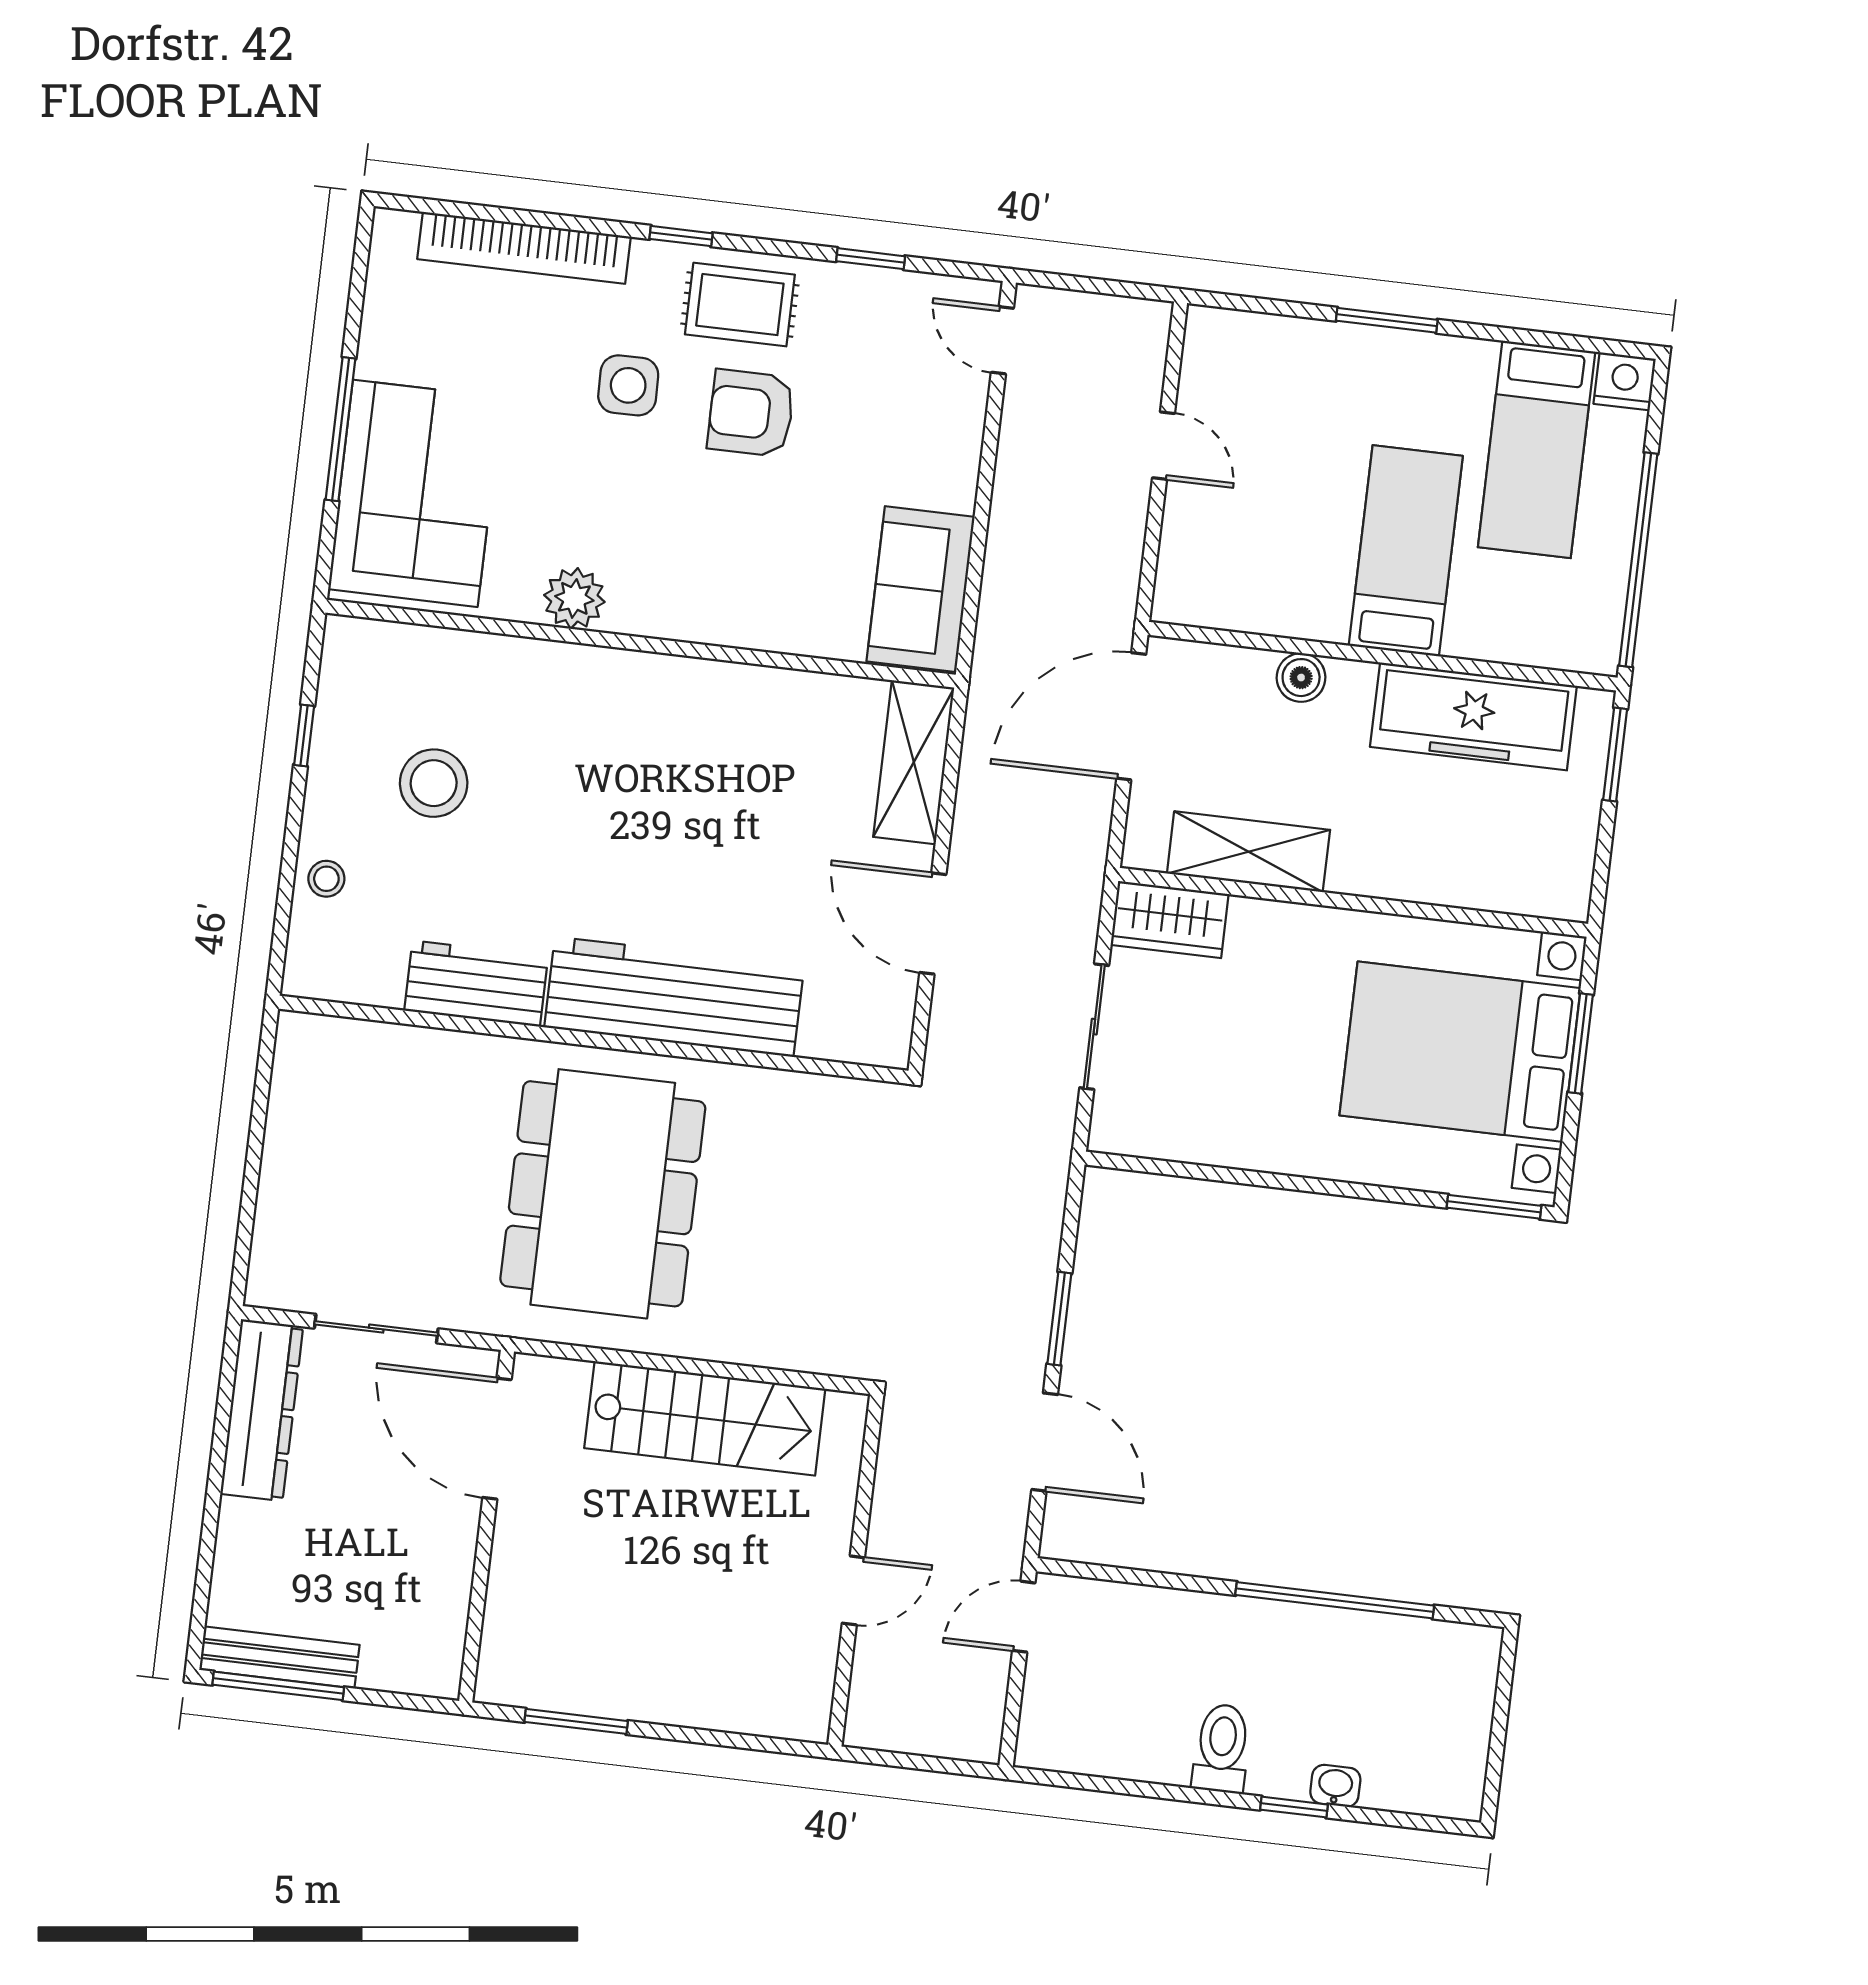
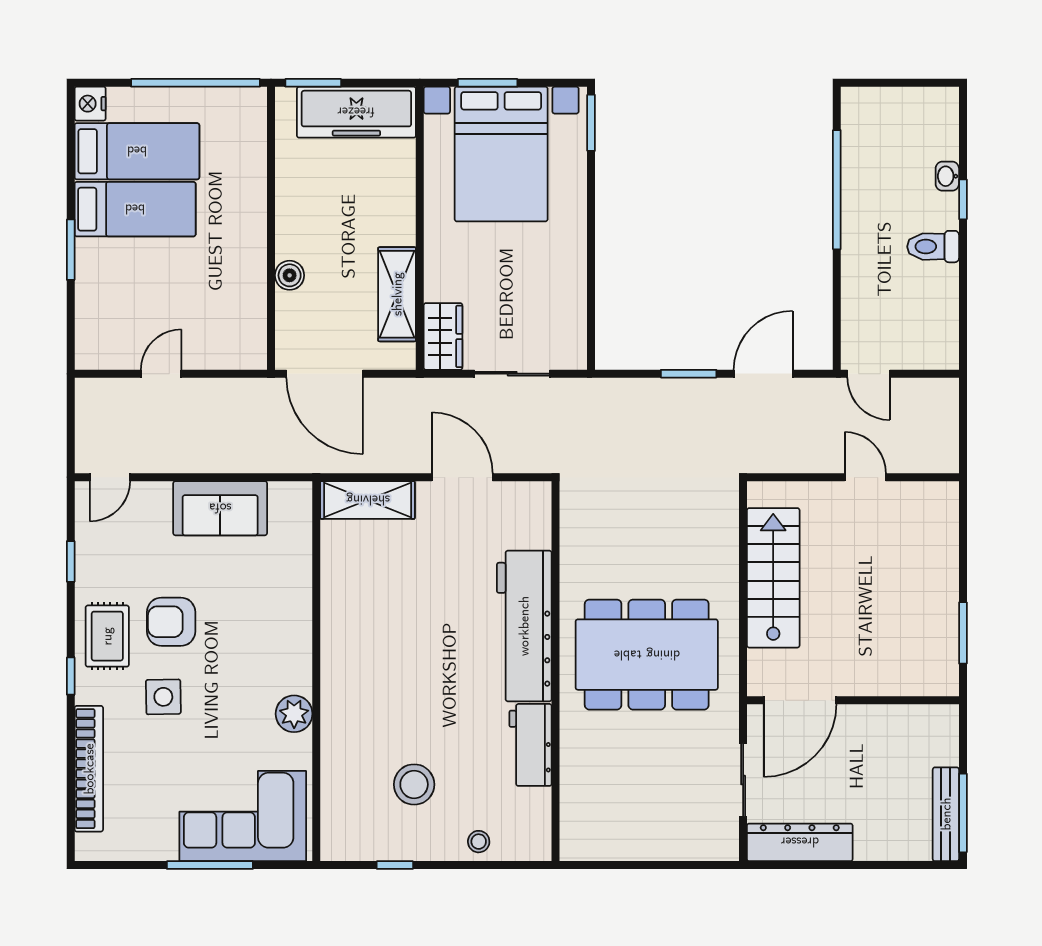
armchair: (751, 413) -> (171, 622), turned 90
bed: (1406, 551) -> (135, 209), moved, turned 180
sofa: (921, 589) -> (220, 508), moved
freezer: (1473, 716) -> (356, 112), moved, turned 90
door: (933, 923) -> (462, 477), swing flipped

